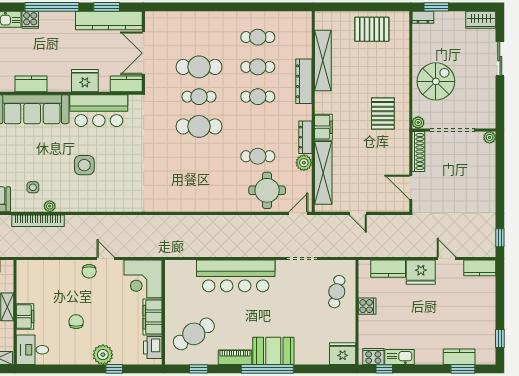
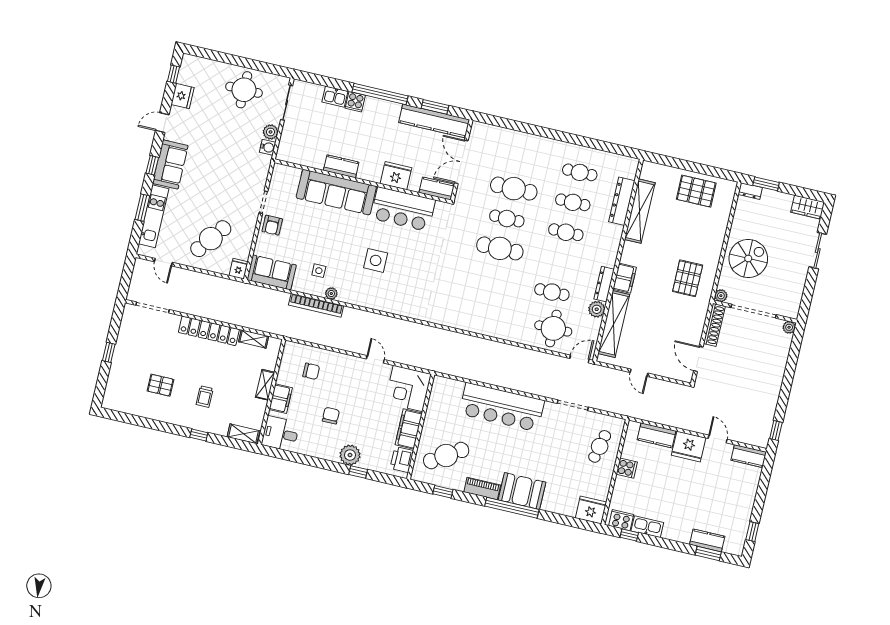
dresser: (304, 81) -> (622, 201), moved
chair: (89, 271) -> (311, 371), moved, turned -90

